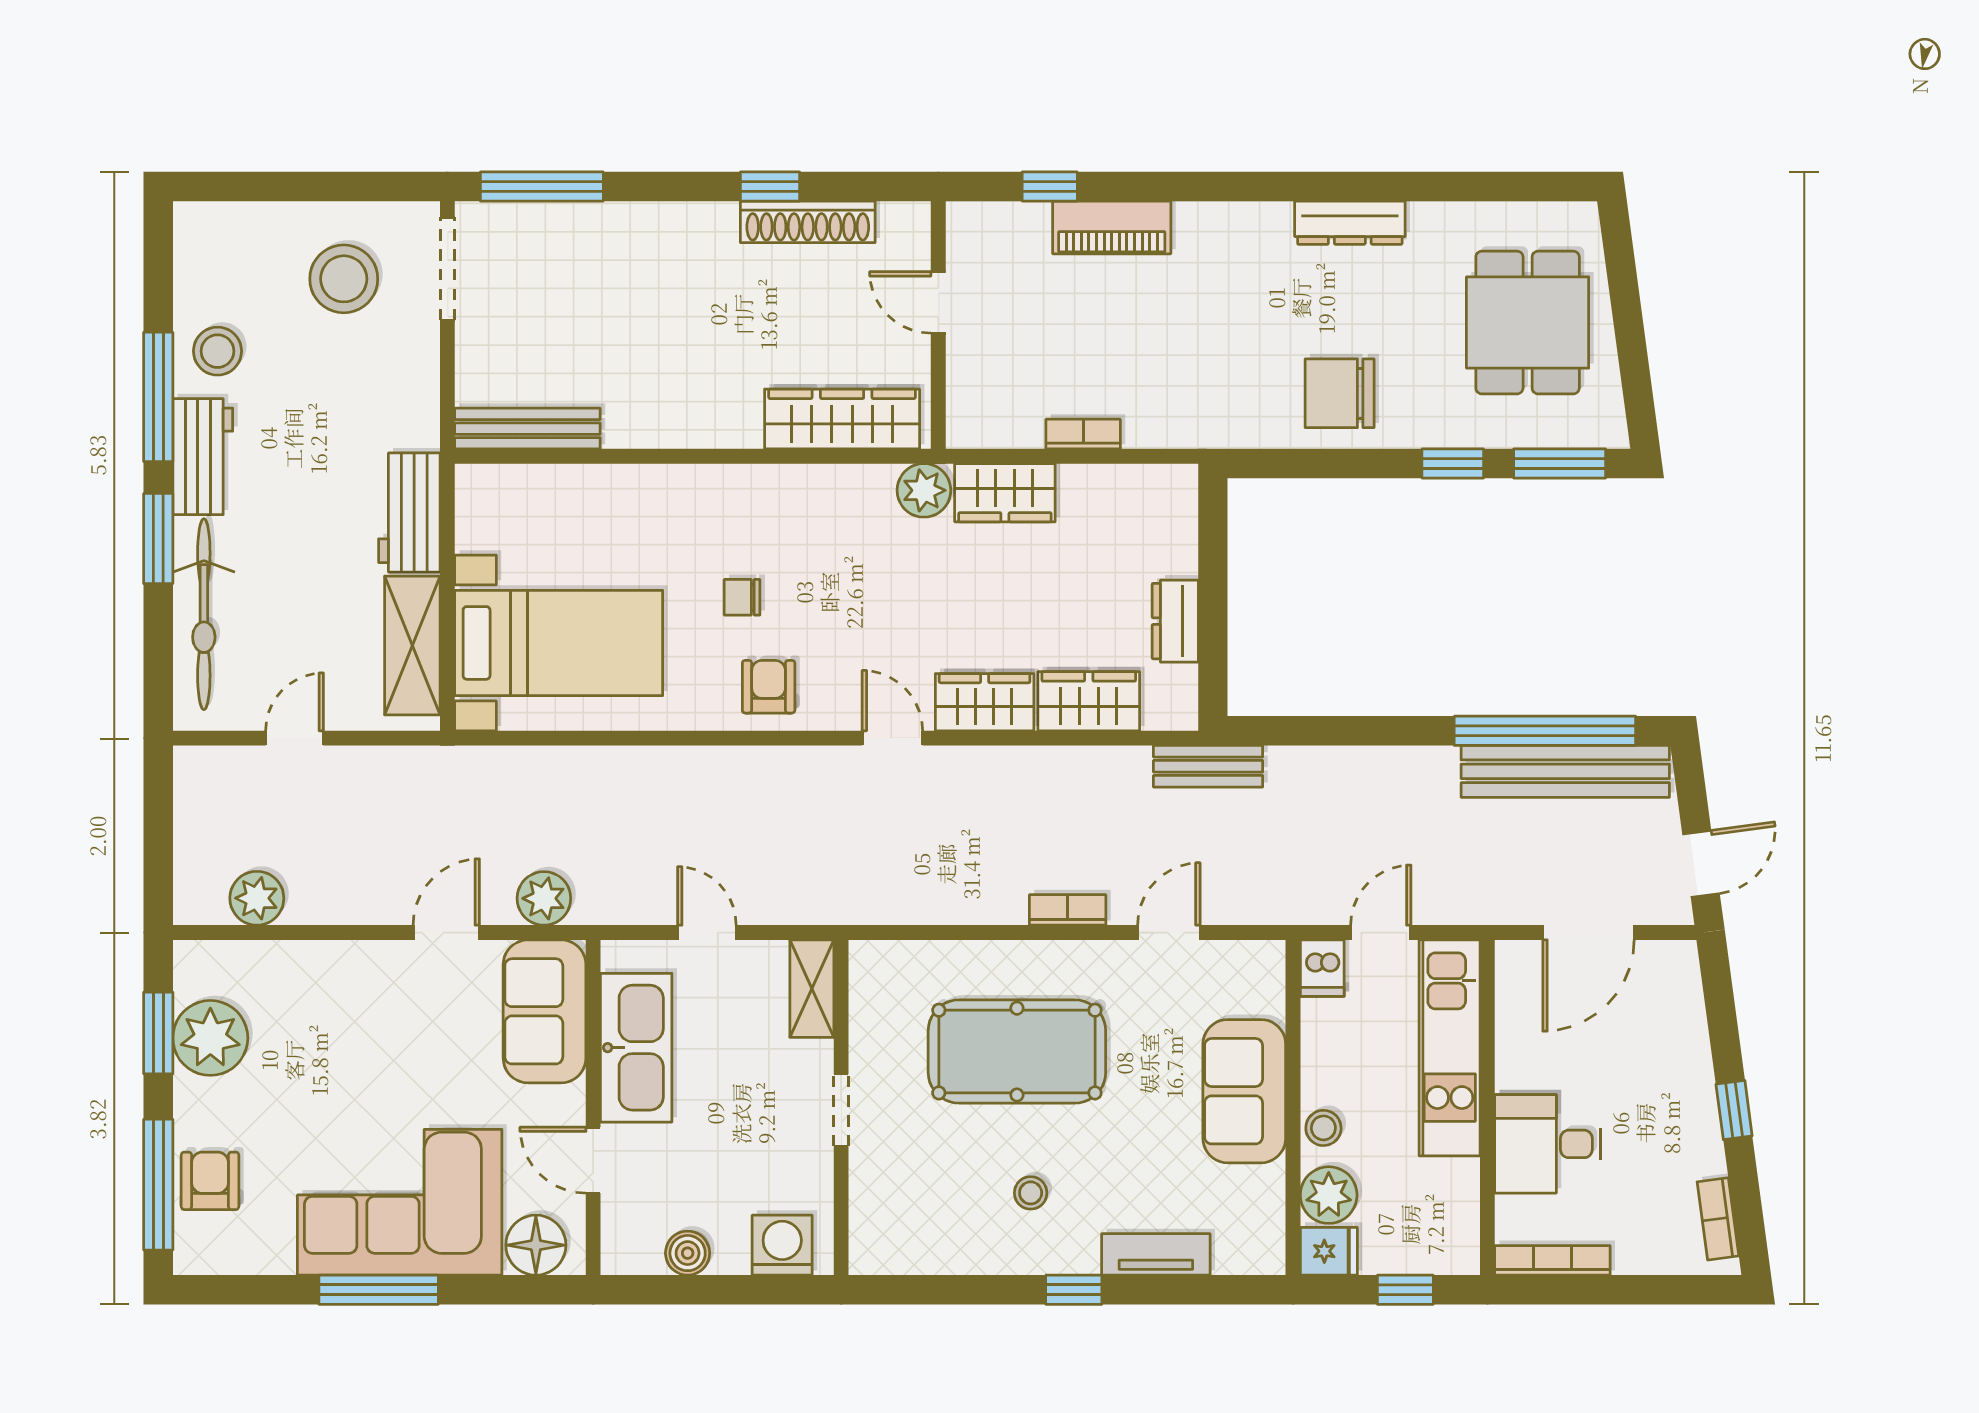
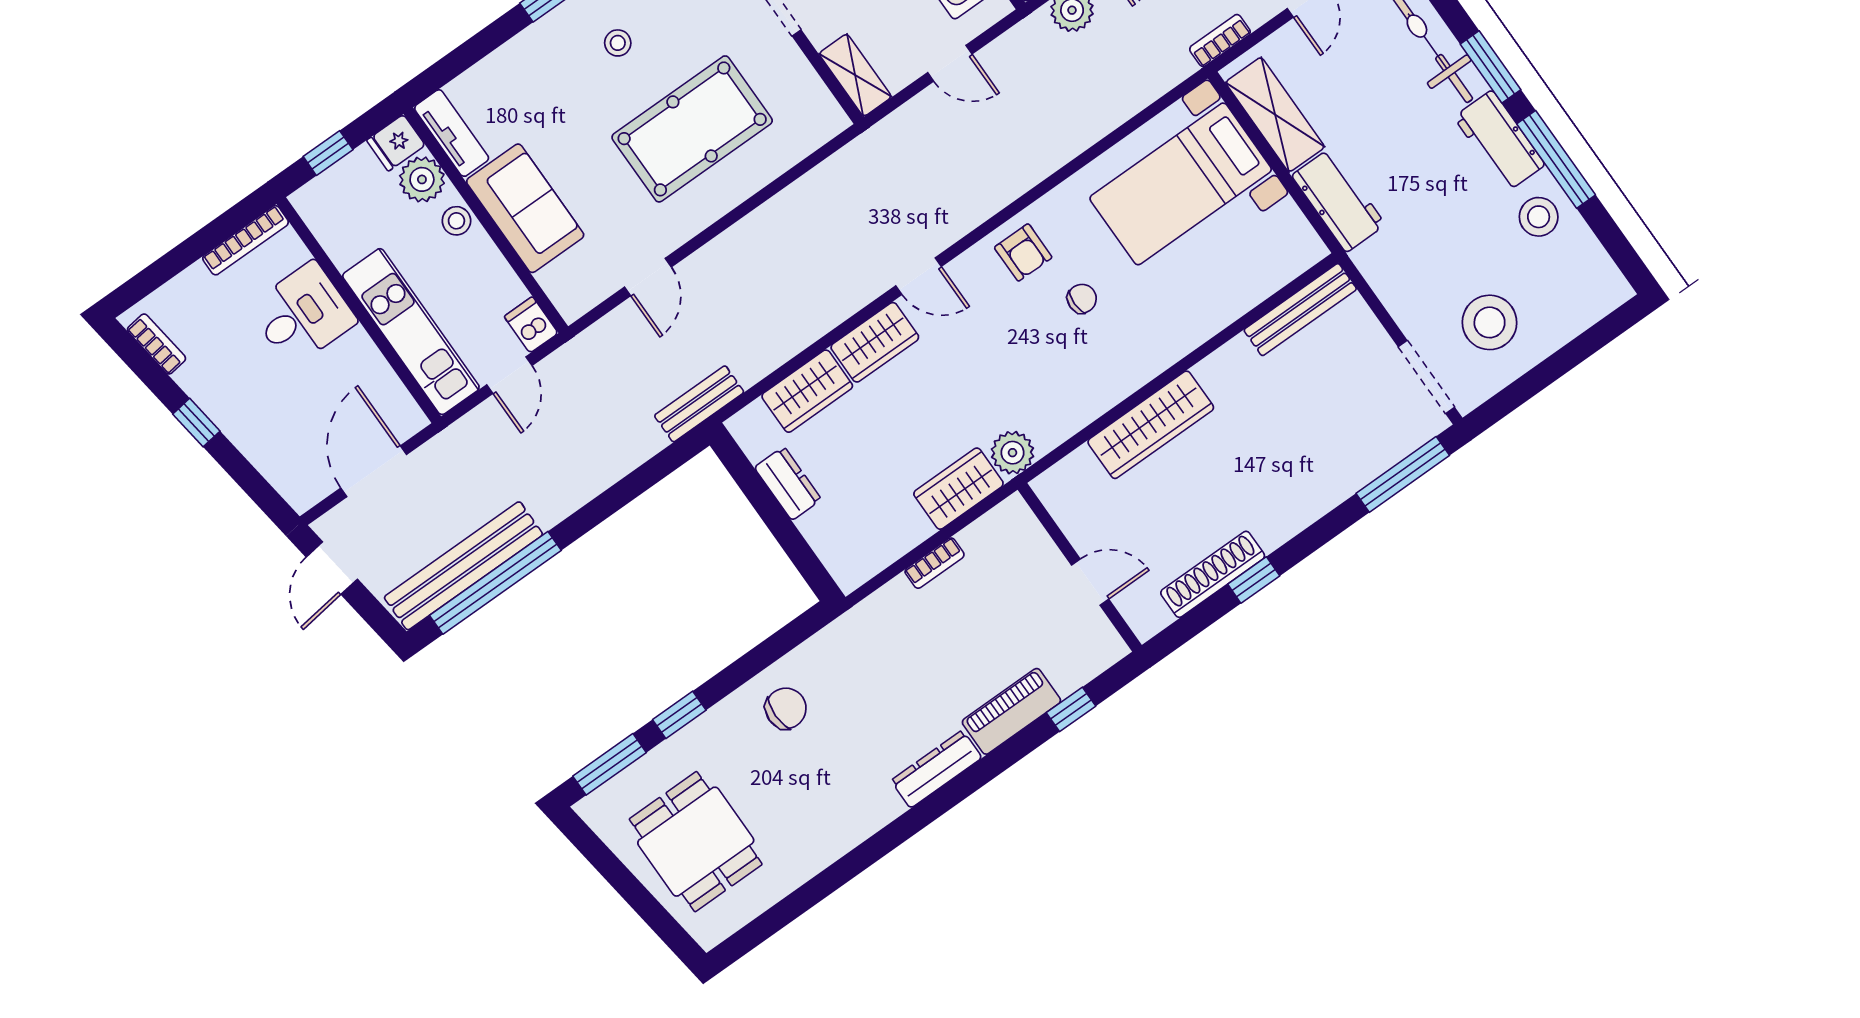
dresser: (1350, 223) -> (936, 769), moved
chair: (1340, 393) -> (786, 708), width x0.73, depth x0.73
wardrobe: (842, 419) -> (1151, 425), moved
bookcase: (1068, 910) -> (1220, 41), moved, turned 180
tv unit: (1156, 1254) -> (452, 133), moved, turned -90

